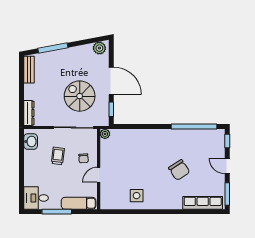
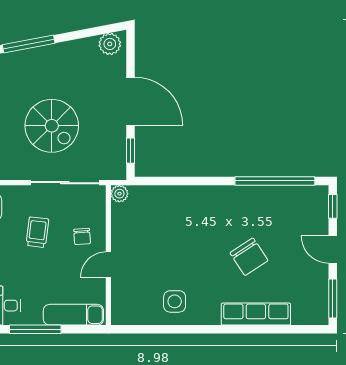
spiral stairs: (80, 96) -> (52, 126), moved, turned 180
row of seats: (203, 203) -> (256, 314), moved

